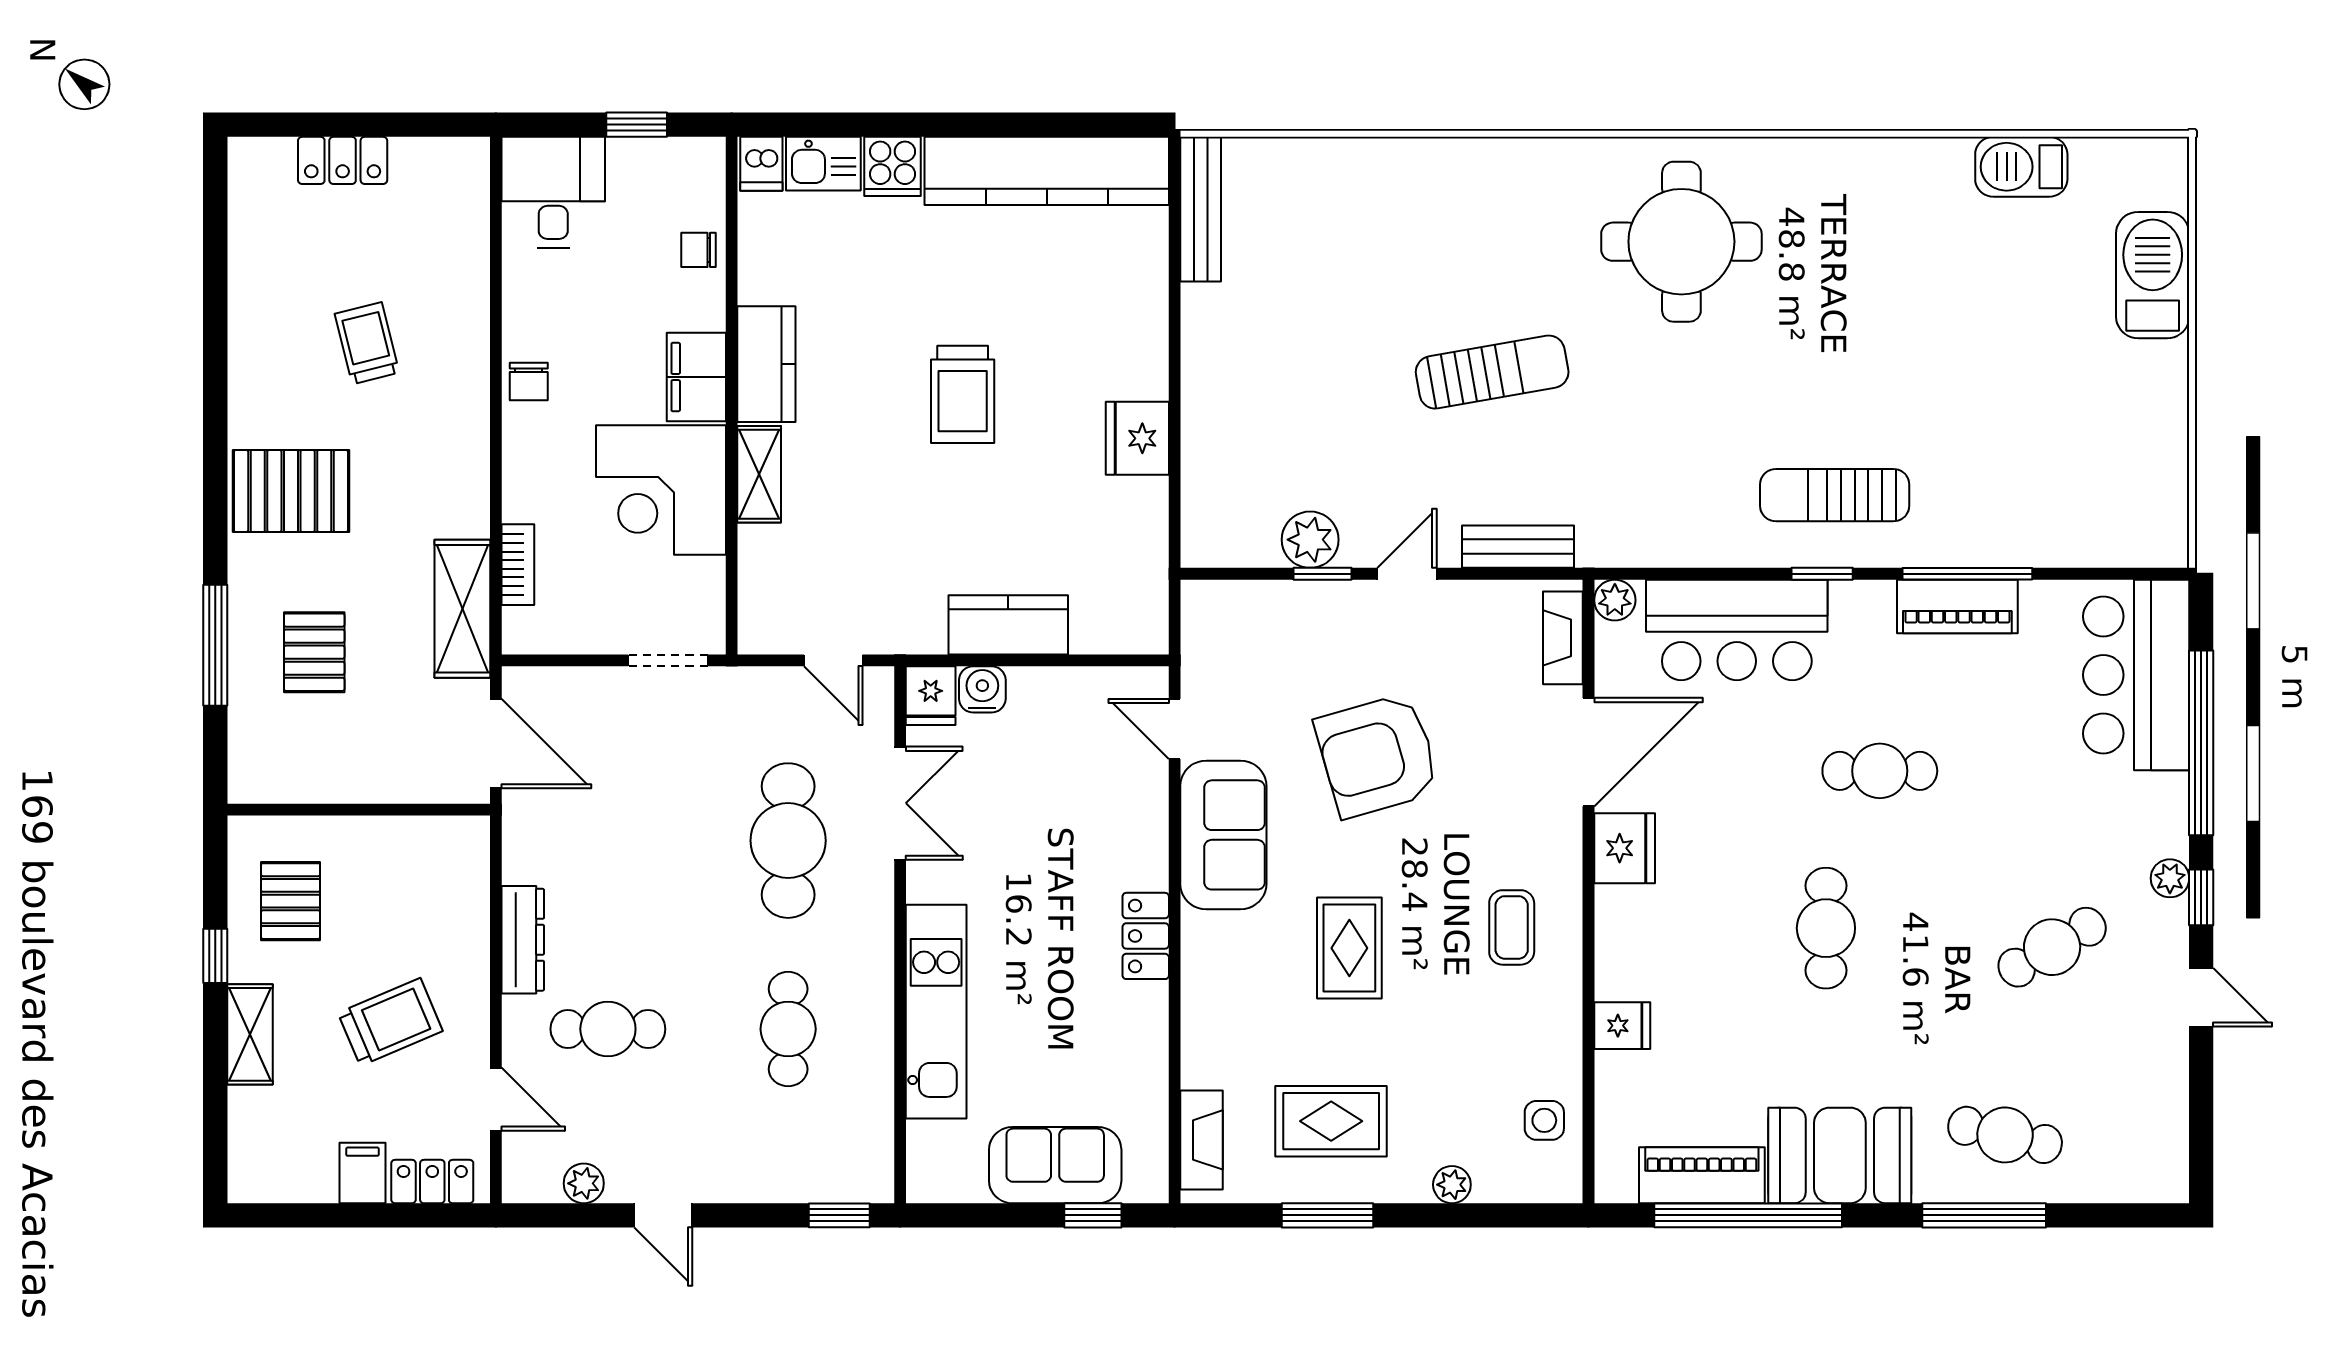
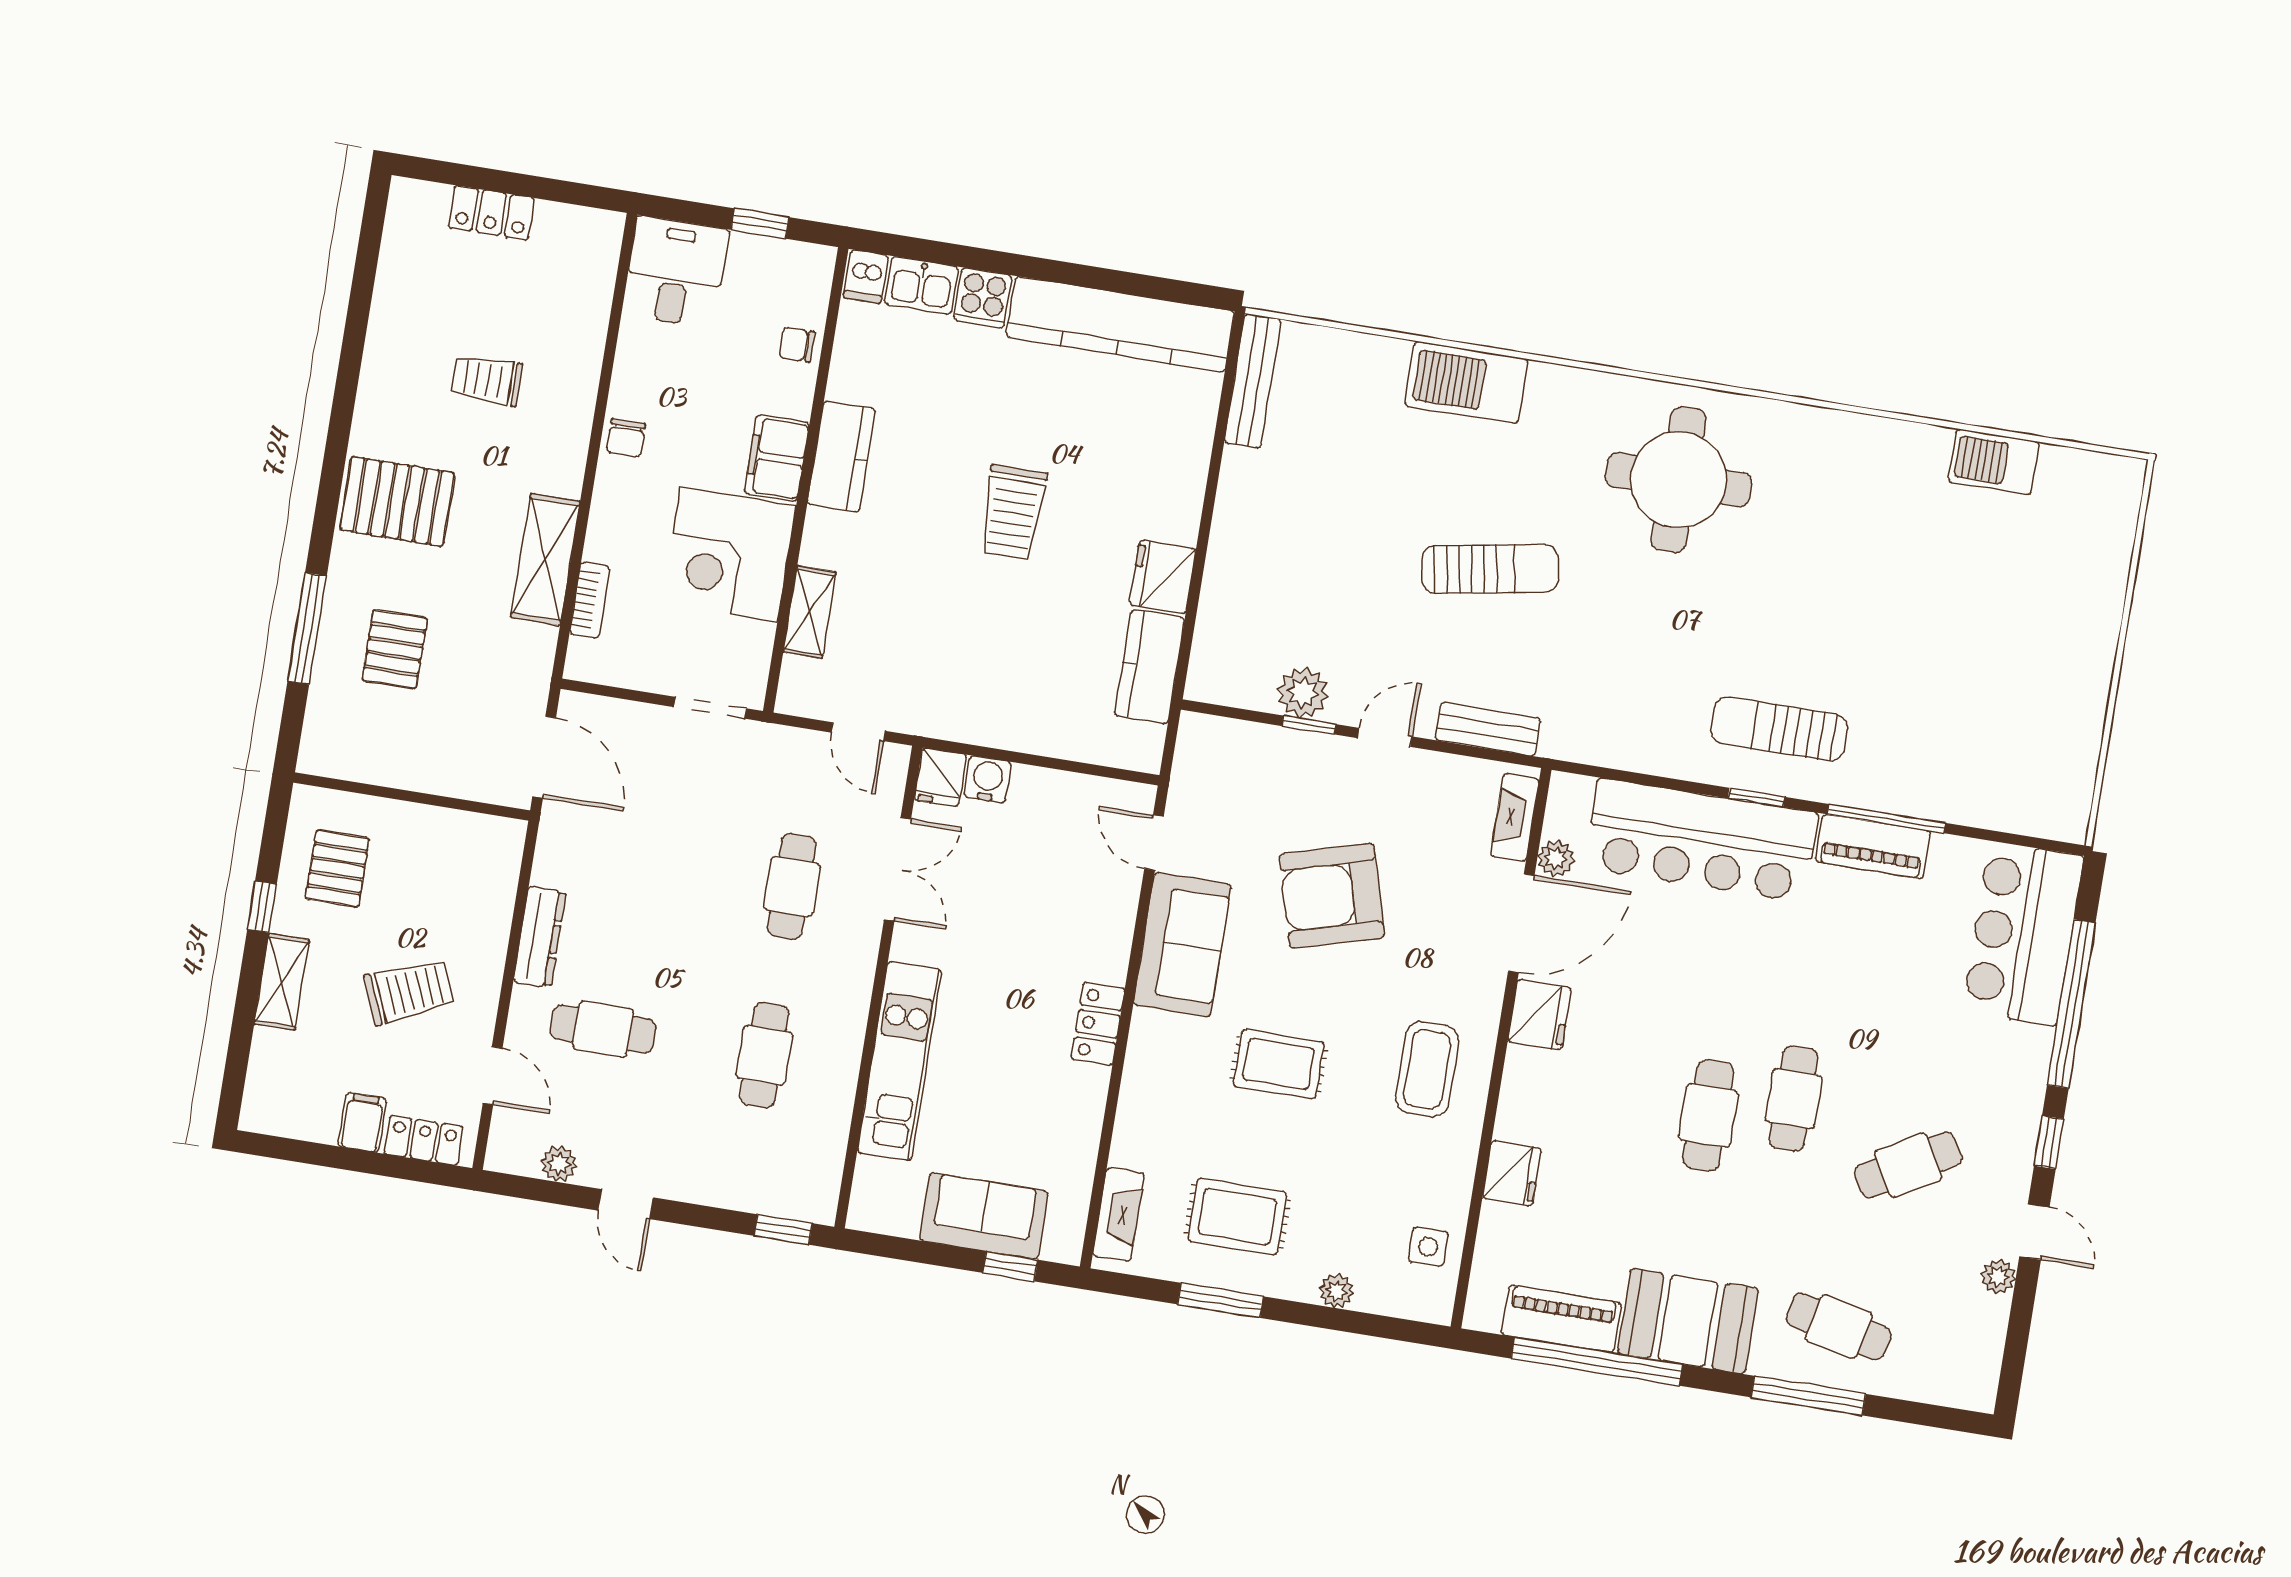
barbecue: (2153, 275) -> (1466, 383), moved, turned -90
trolley: (367, 343) -> (487, 380), turned -76
shelving: (759, 474) -> (810, 612), moved
plant: (1615, 600) -> (1556, 858), moved
shelving: (462, 609) -> (545, 559), moved
kitchen counter: (1008, 625) -> (1150, 667), moved, turned -90
bar counter: (1737, 630) -> (1701, 840), width x1.36
cafe table: (1880, 771) -> (1794, 1099), moved, turned 90
cafe table: (788, 841) -> (792, 886), width x0.73, depth x0.74
plant: (2170, 878) -> (1998, 1277), moved
coffee table: (1512, 927) -> (1427, 1069), width x1.36, depth x1.30
rug: (1349, 948) -> (1279, 1064), turned 90
fridge: (1622, 1026) -> (1512, 1173), width x1.38

